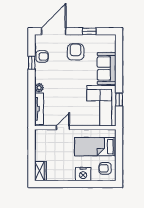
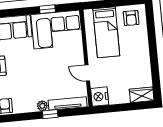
window: (32, 63) -> (50, 114), moved
nightstand: (83, 174) -> (100, 97), moved, turned 180

